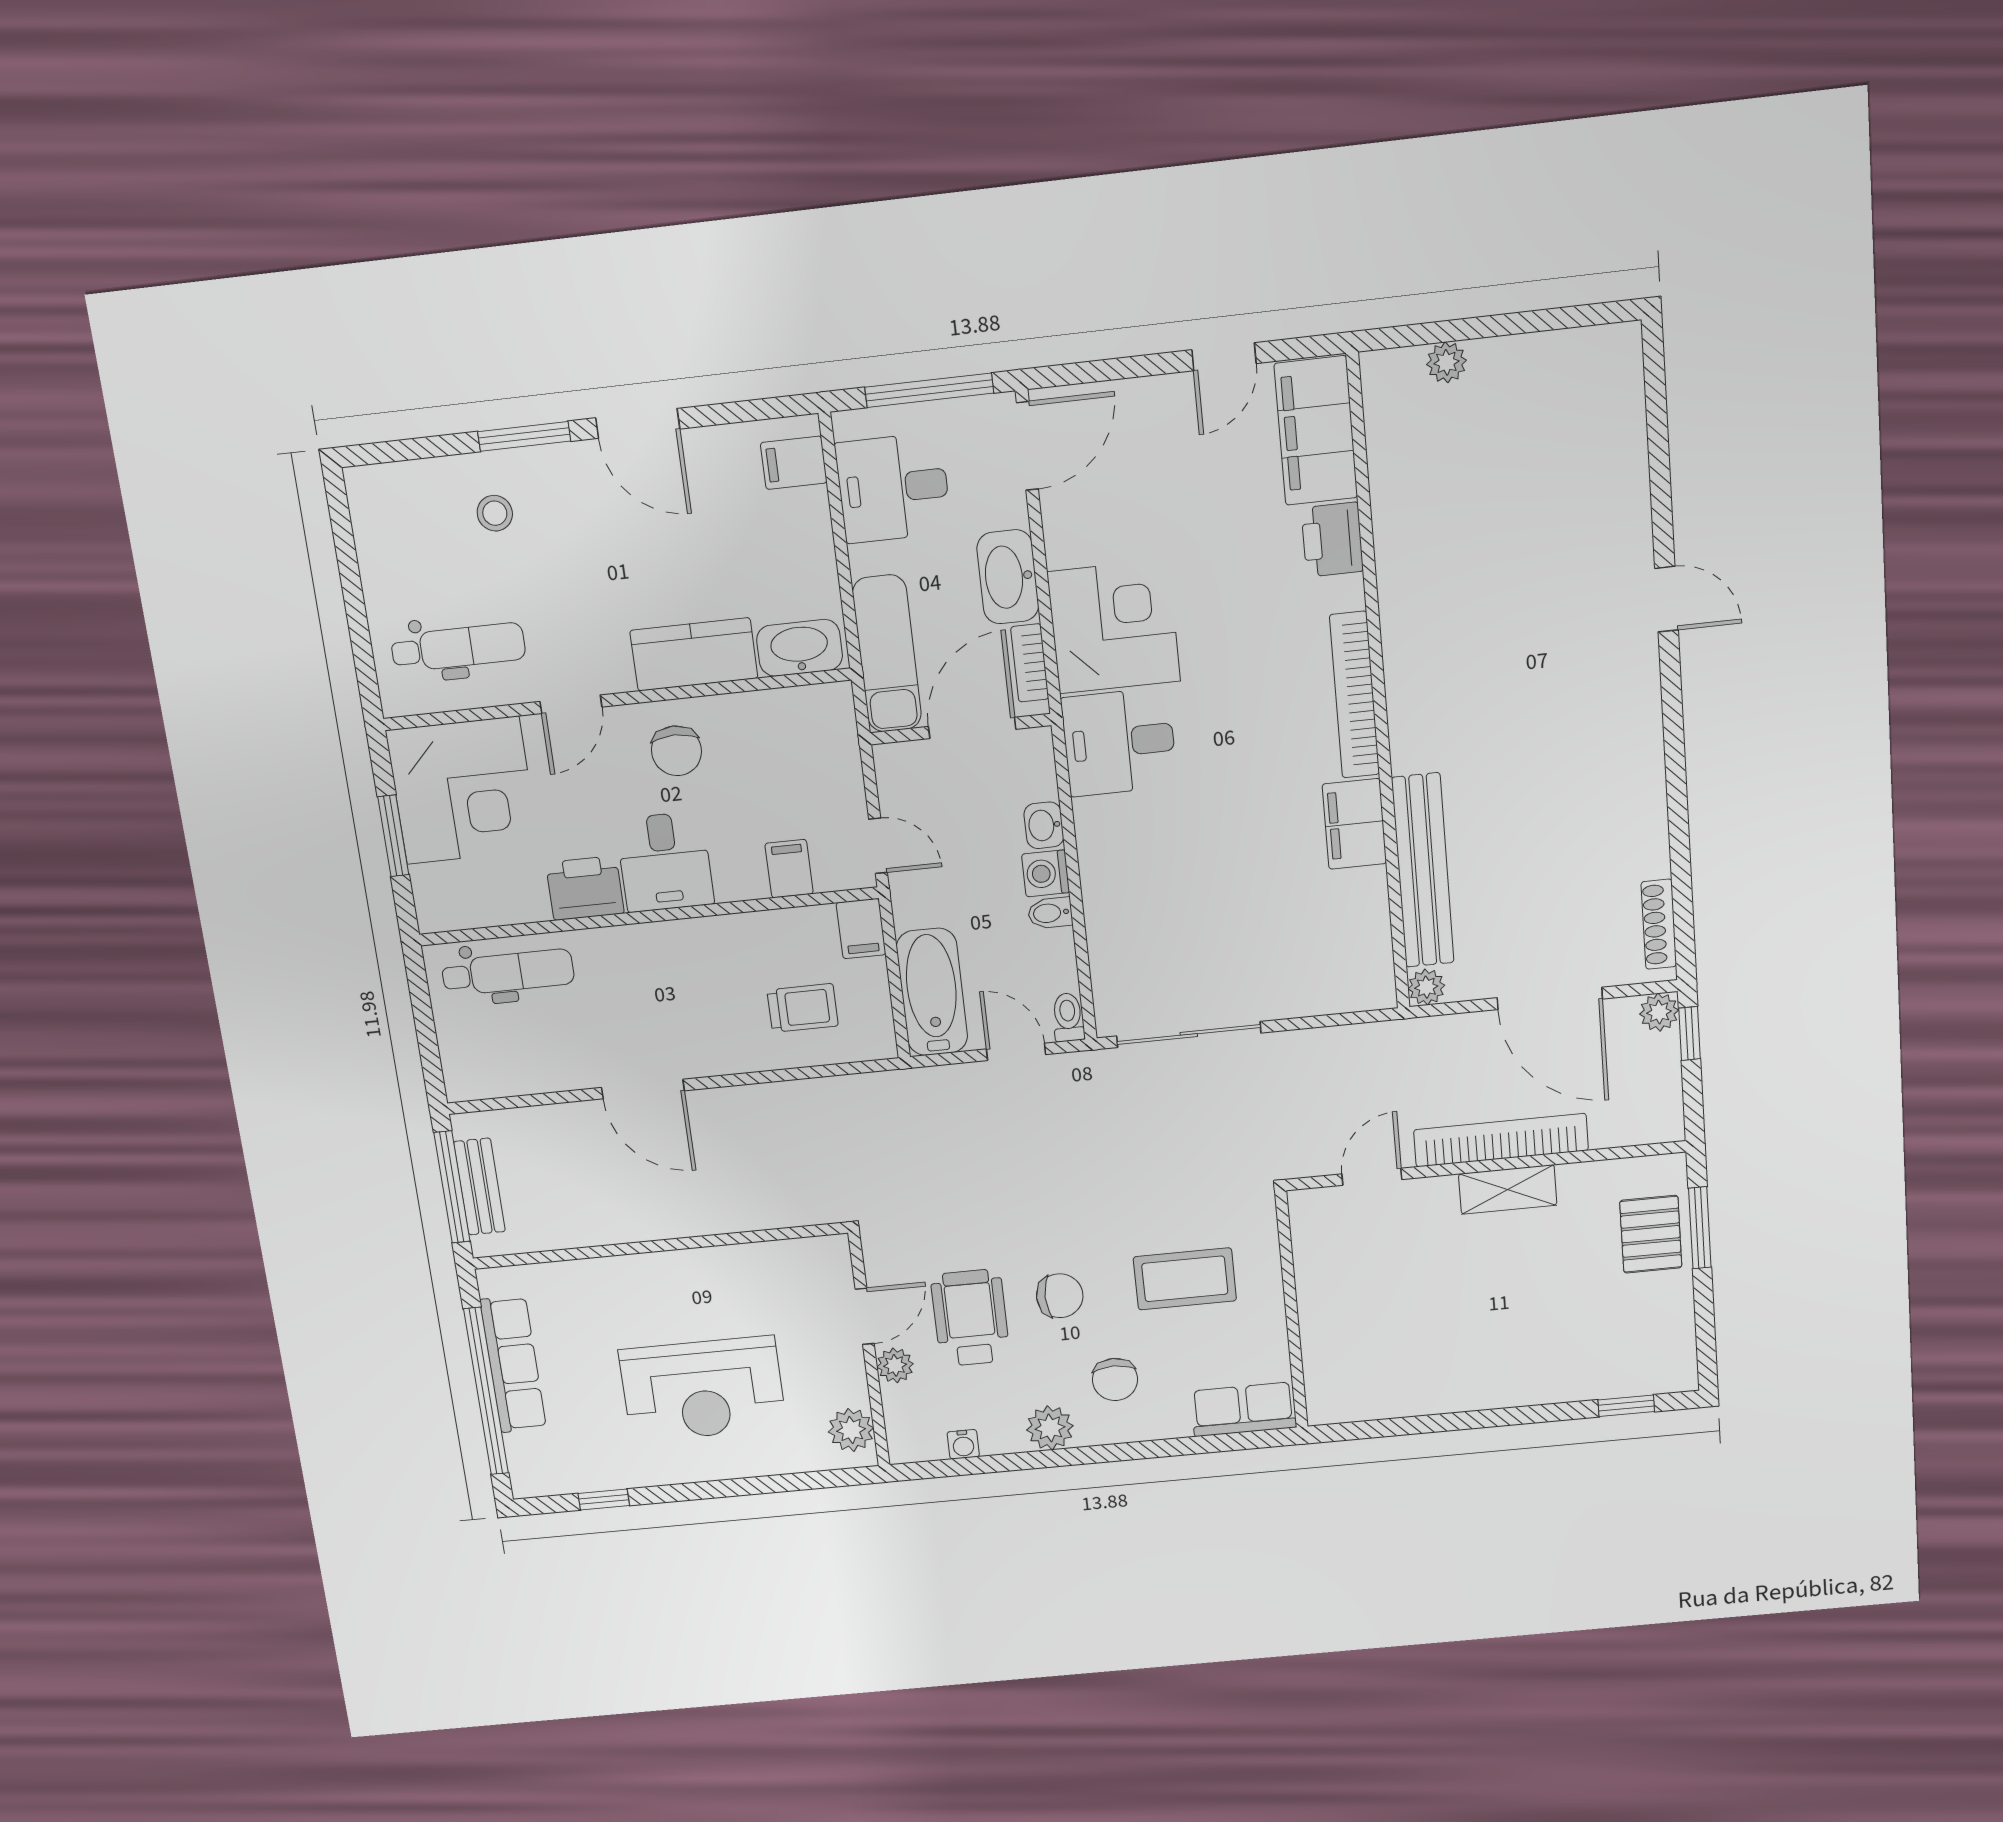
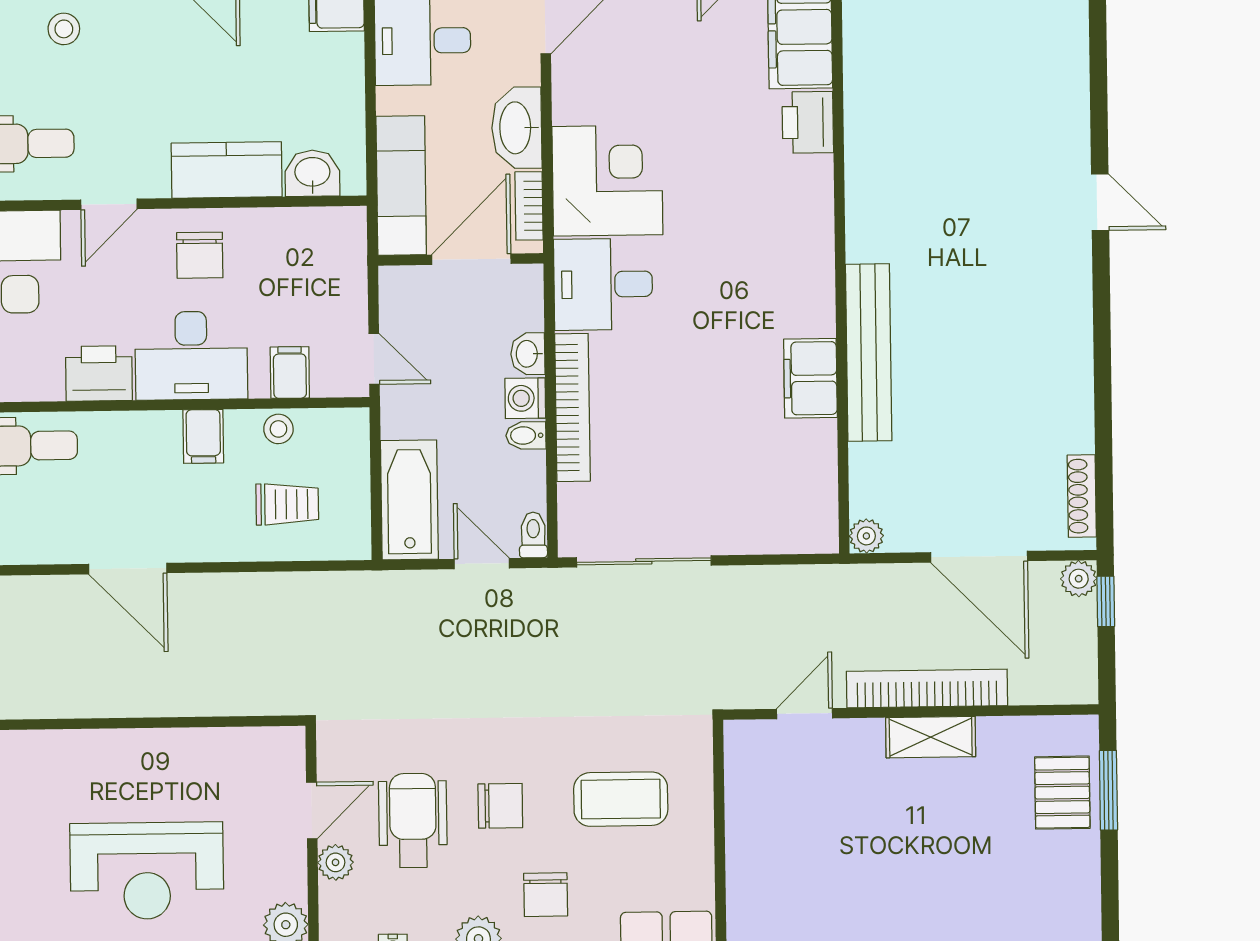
washbasin: (800, 648) -> (312, 173), width x0.72
bookcase: (1355, 695) -> (573, 408), moved, turned 180
desk: (665, 862) -> (191, 356), width x1.37
bench: (1423, 871) -> (869, 352), moved
filing cabinet: (861, 929) -> (203, 436), moved
stool: (784, 930) -> (278, 429), added

